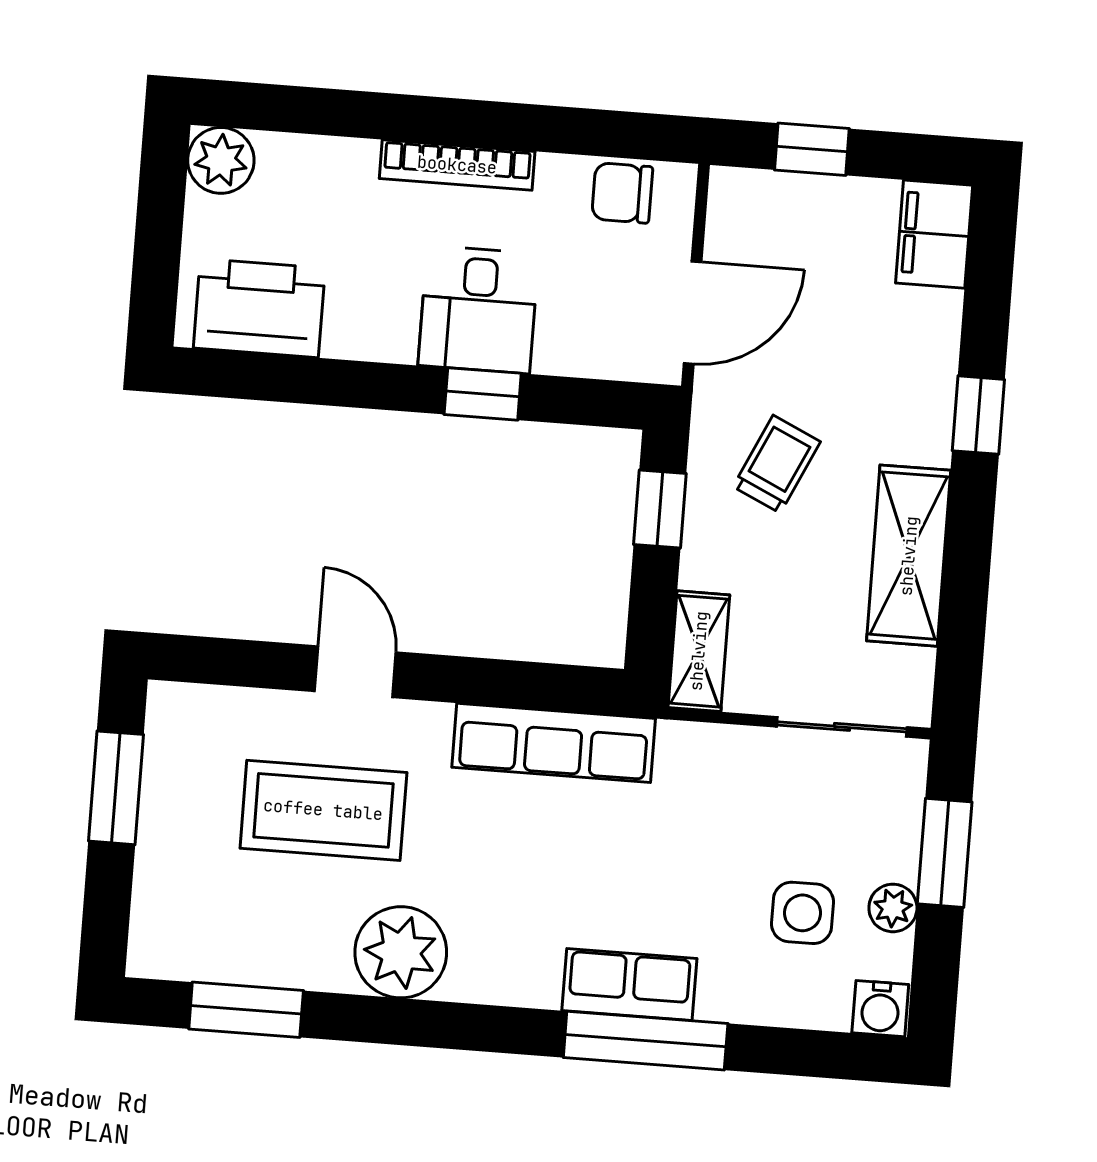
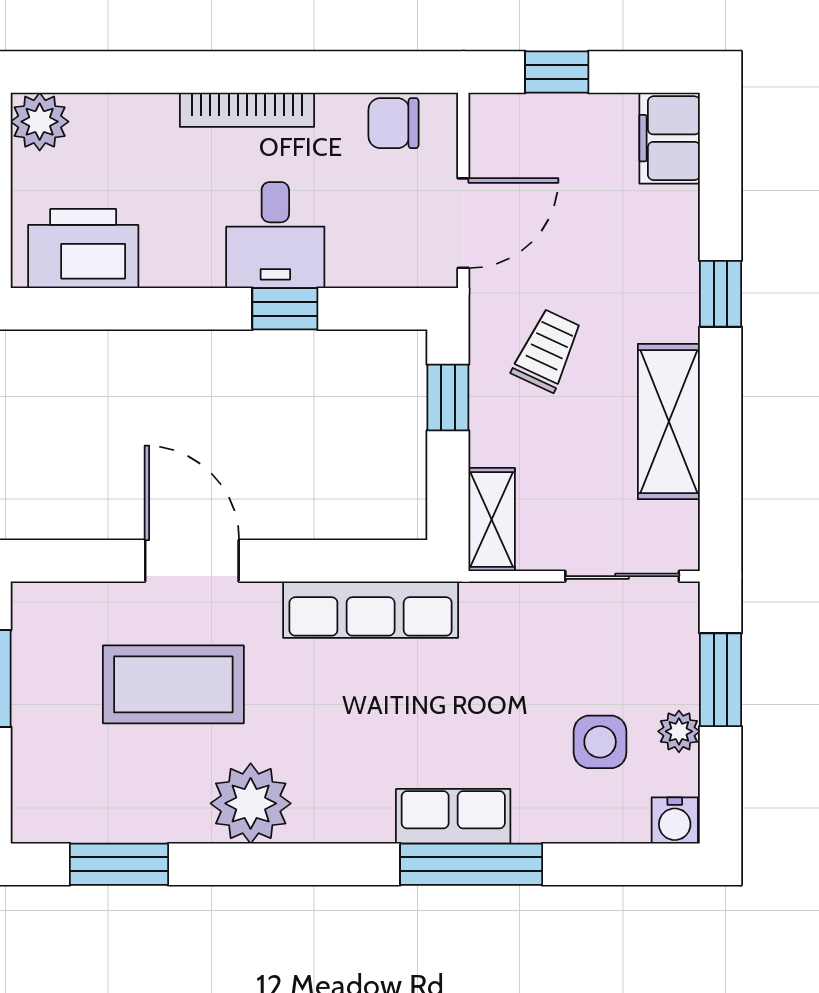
door: (355, 672) -> (192, 561), width x1.38

